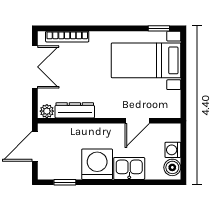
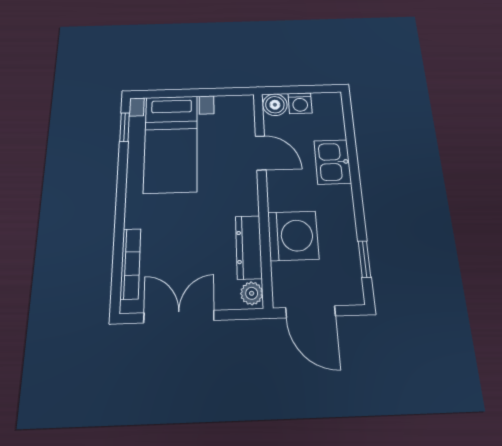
washing machine: (97, 164) -> (293, 236), moved, turned 180
boiler: (172, 167) -> (275, 105), moved

